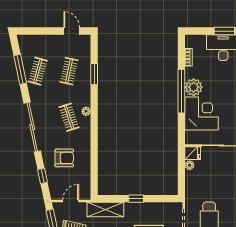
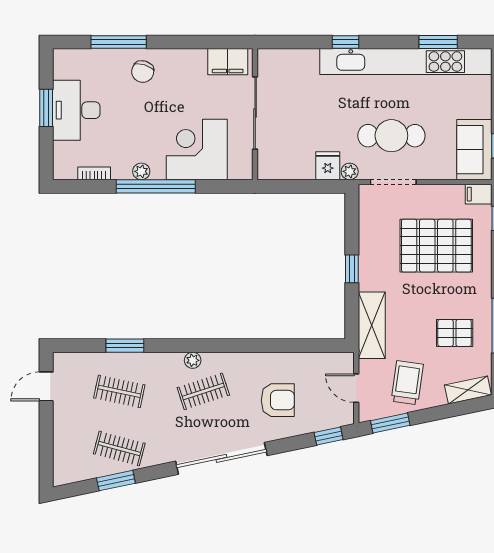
window: (20, 69) -> (116, 481), width x0.69
plant: (194, 87) -> (141, 171), width x0.53, depth x0.53
fridge: (193, 153) -> (328, 166), moved
armchair: (64, 158) -> (278, 400), turned 90
plant: (190, 165) -> (350, 171), moved
window: (43, 176) -> (329, 436), moved

